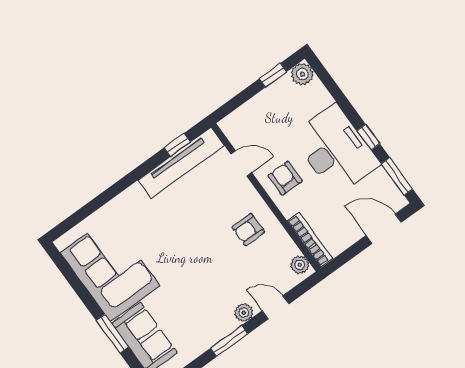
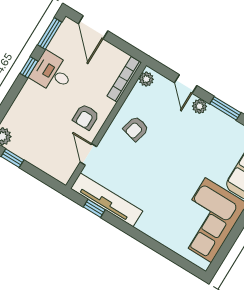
desk: (335, 150) -> (52, 73), width x0.53, depth x0.77
armchair: (248, 230) -> (136, 129), turned 104

